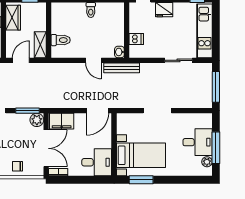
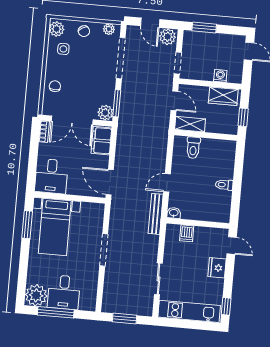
window: (216, 87) -> (124, 318), width x0.69
plant: (207, 162) -> (36, 295), width x1.88, depth x1.88

